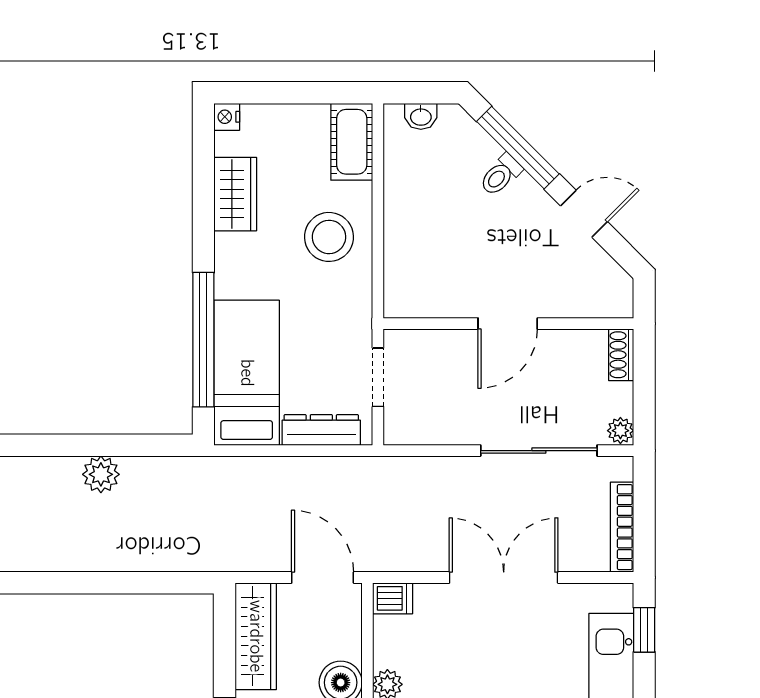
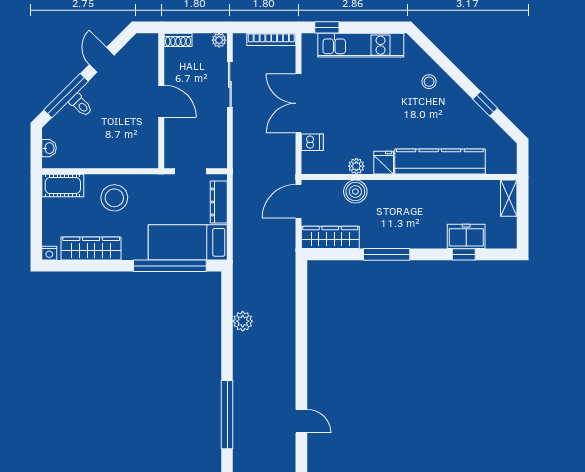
wardrobe: (235, 194) -> (91, 248), width x1.50
sliding door: (539, 451) -> (230, 84), width x0.73
dishwasher: (393, 598) -> (312, 142), moved, turned 90

